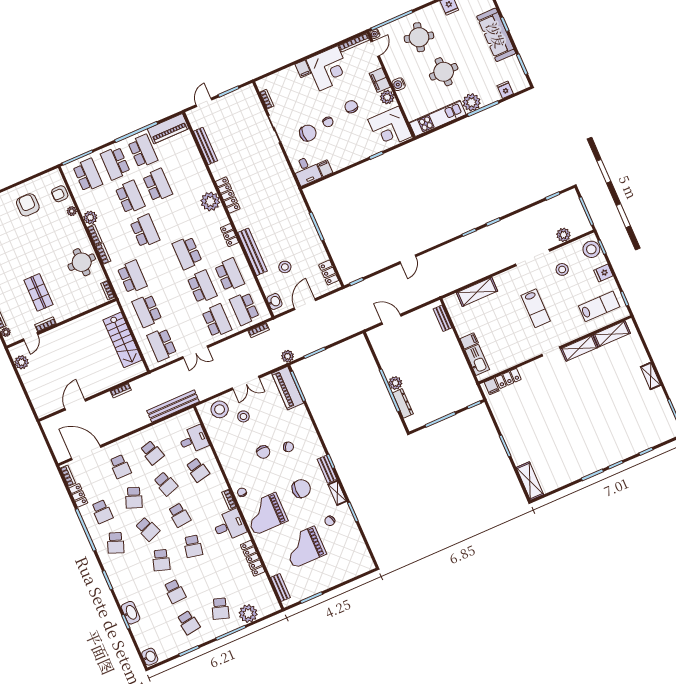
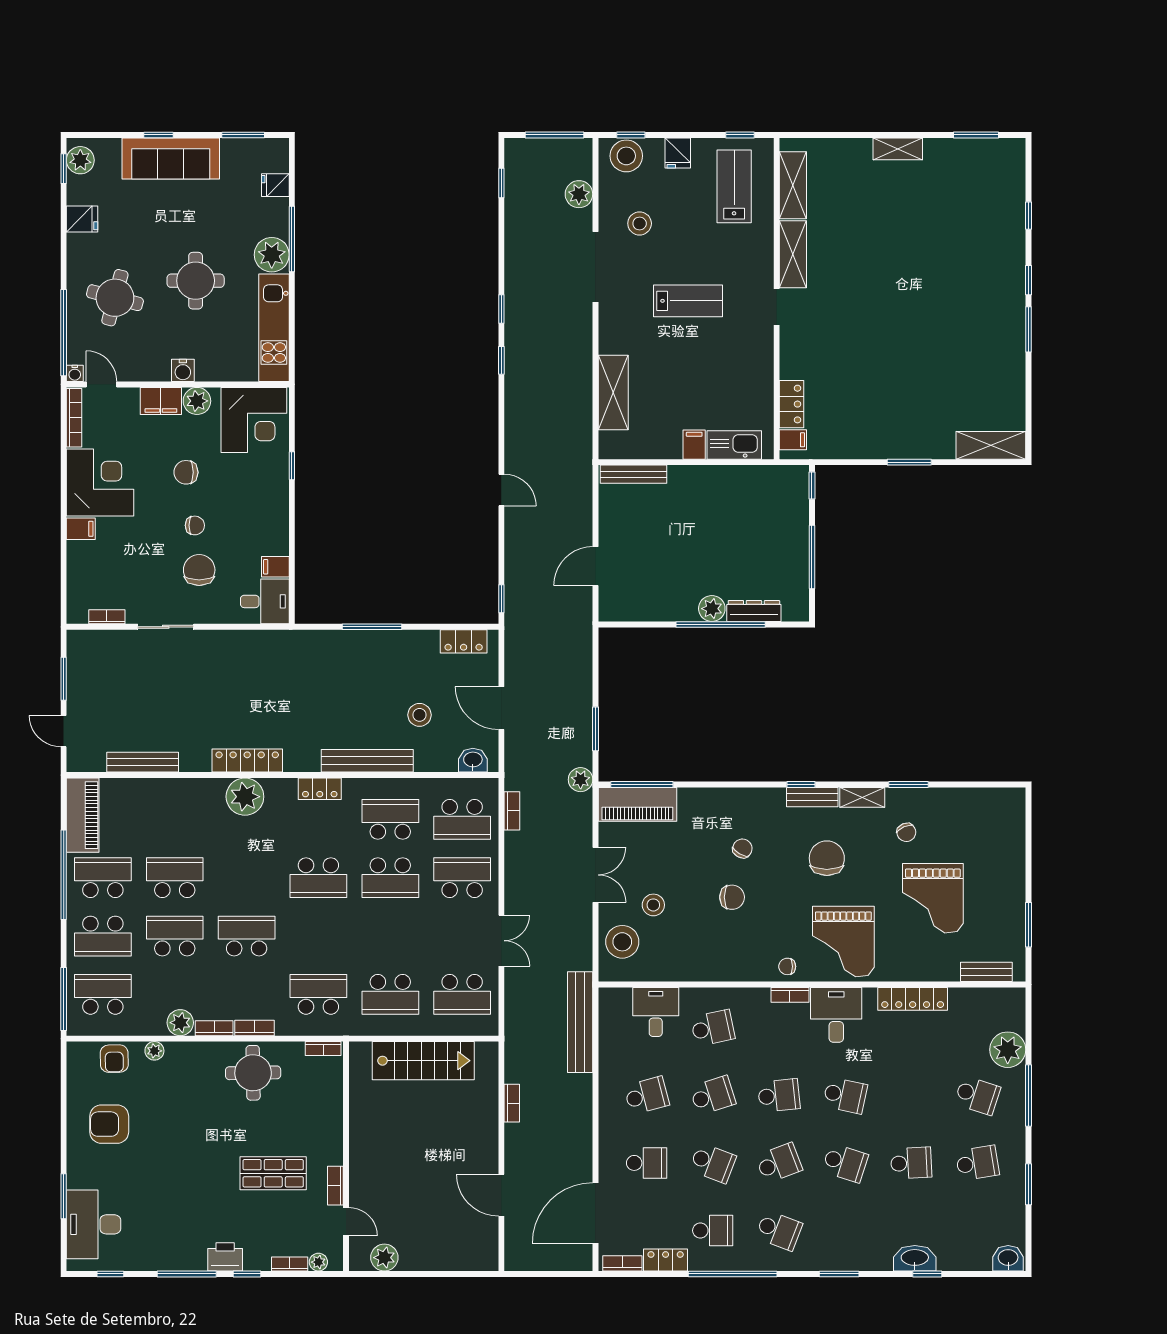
school desk: (202, 287) -> (390, 878), turned 180
bench: (443, 318) -> (633, 474), width x1.36

